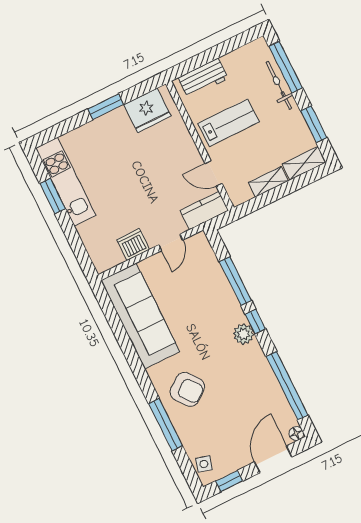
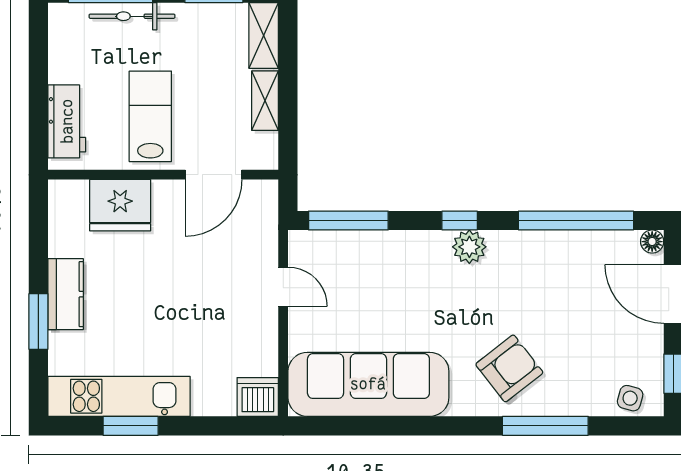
window: (106, 107) -> (38, 322), moved
fridge: (147, 110) -> (120, 205), moved, turned 90
door: (214, 173) -> (214, 175), width x1.37
kitchen counter: (204, 210) -> (66, 294), moved, turned 180
dishwasher: (133, 244) -> (258, 397), moved, turned 90
window: (235, 281) -> (348, 221), moved

